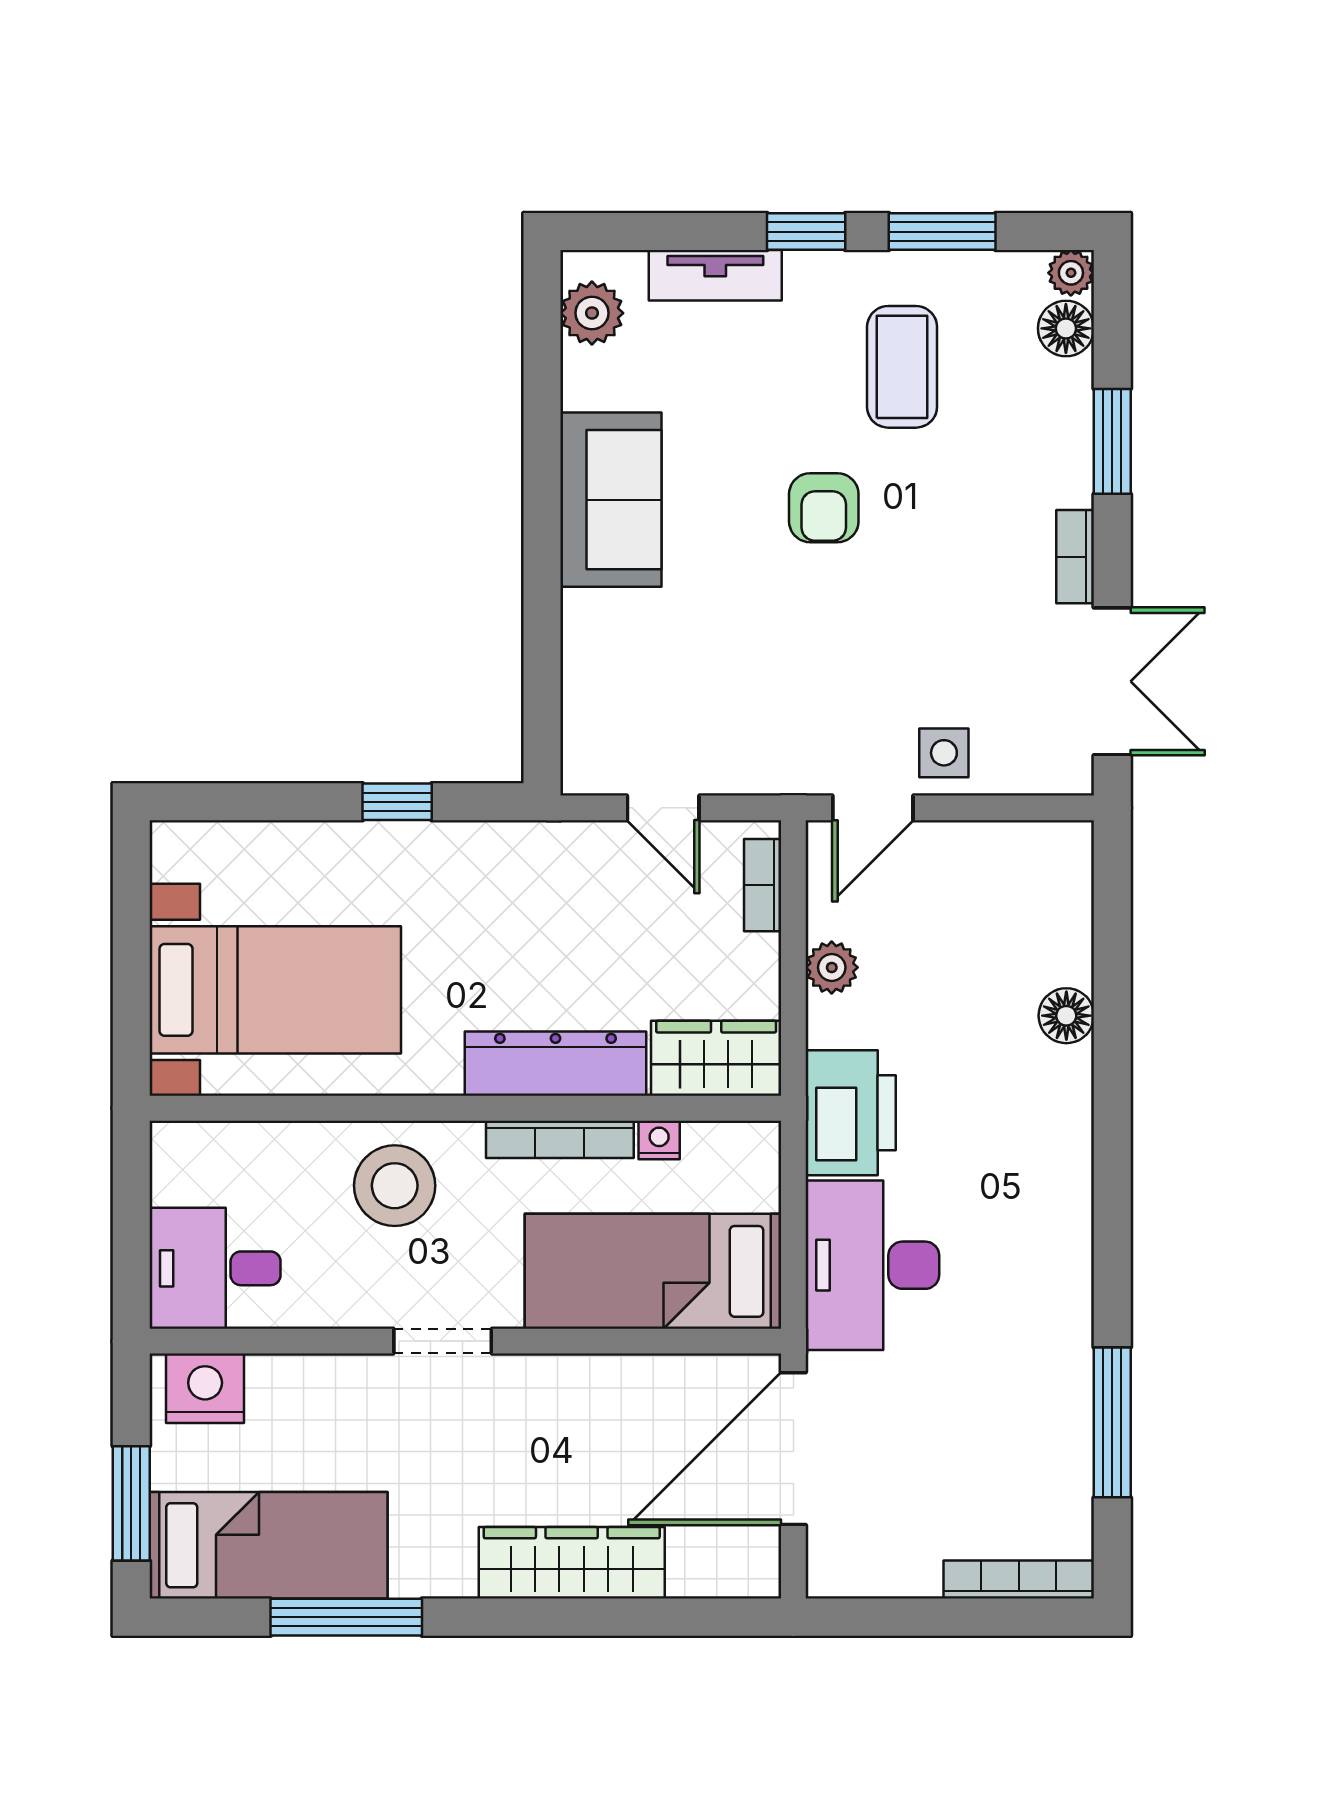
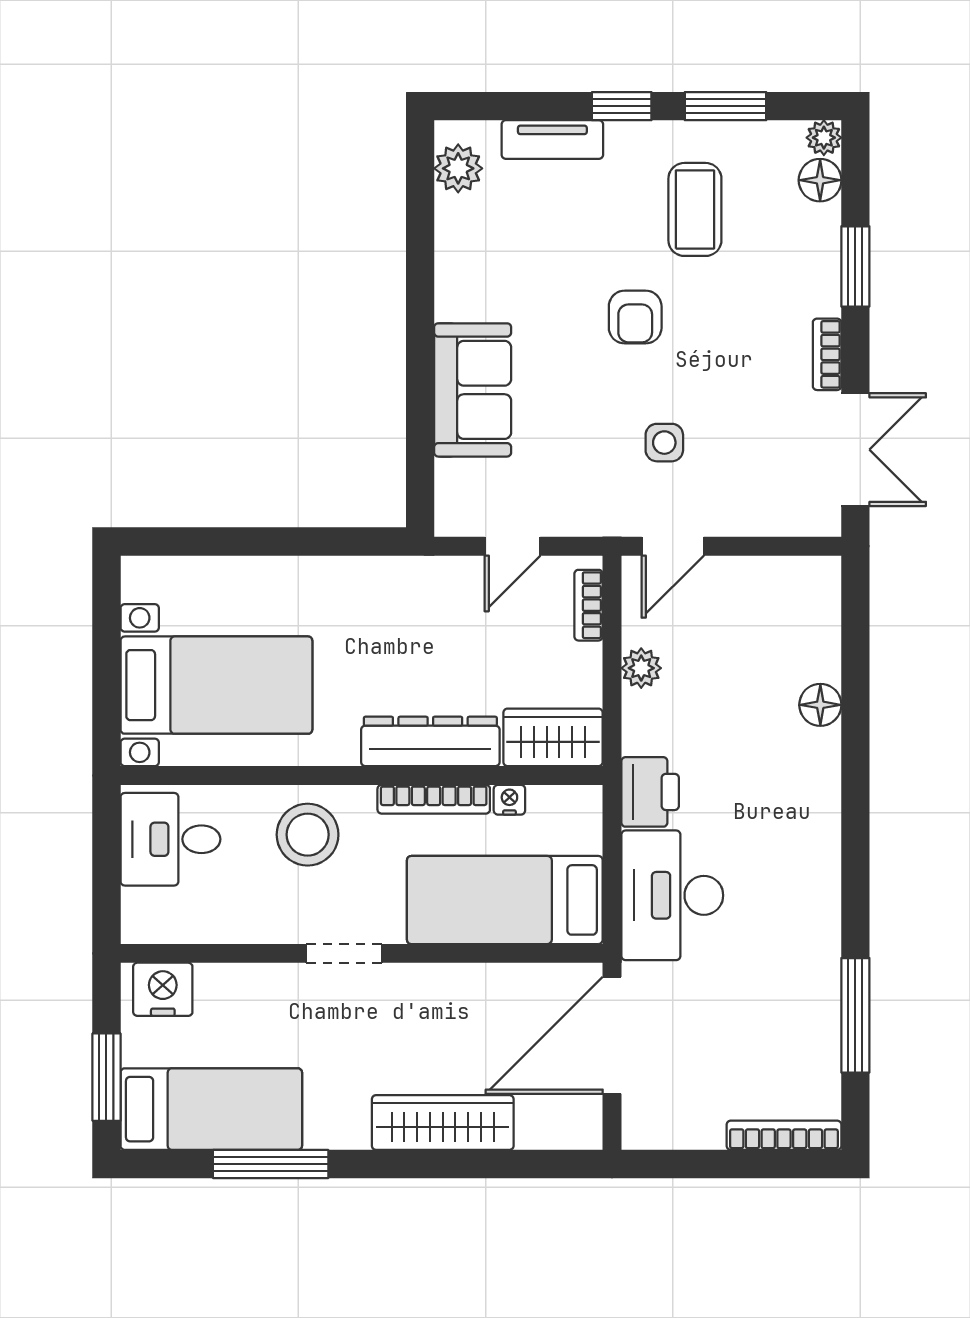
sofa: (611, 500) -> (473, 390), moved
side table: (944, 753) -> (664, 443), moved
window: (397, 802) -> (310, 541), removed
door: (663, 808) -> (512, 546), hinge flipped
printer: (851, 1113) -> (650, 792), width x0.73, depth x0.84
desk: (215, 1268) -> (170, 839), moved

